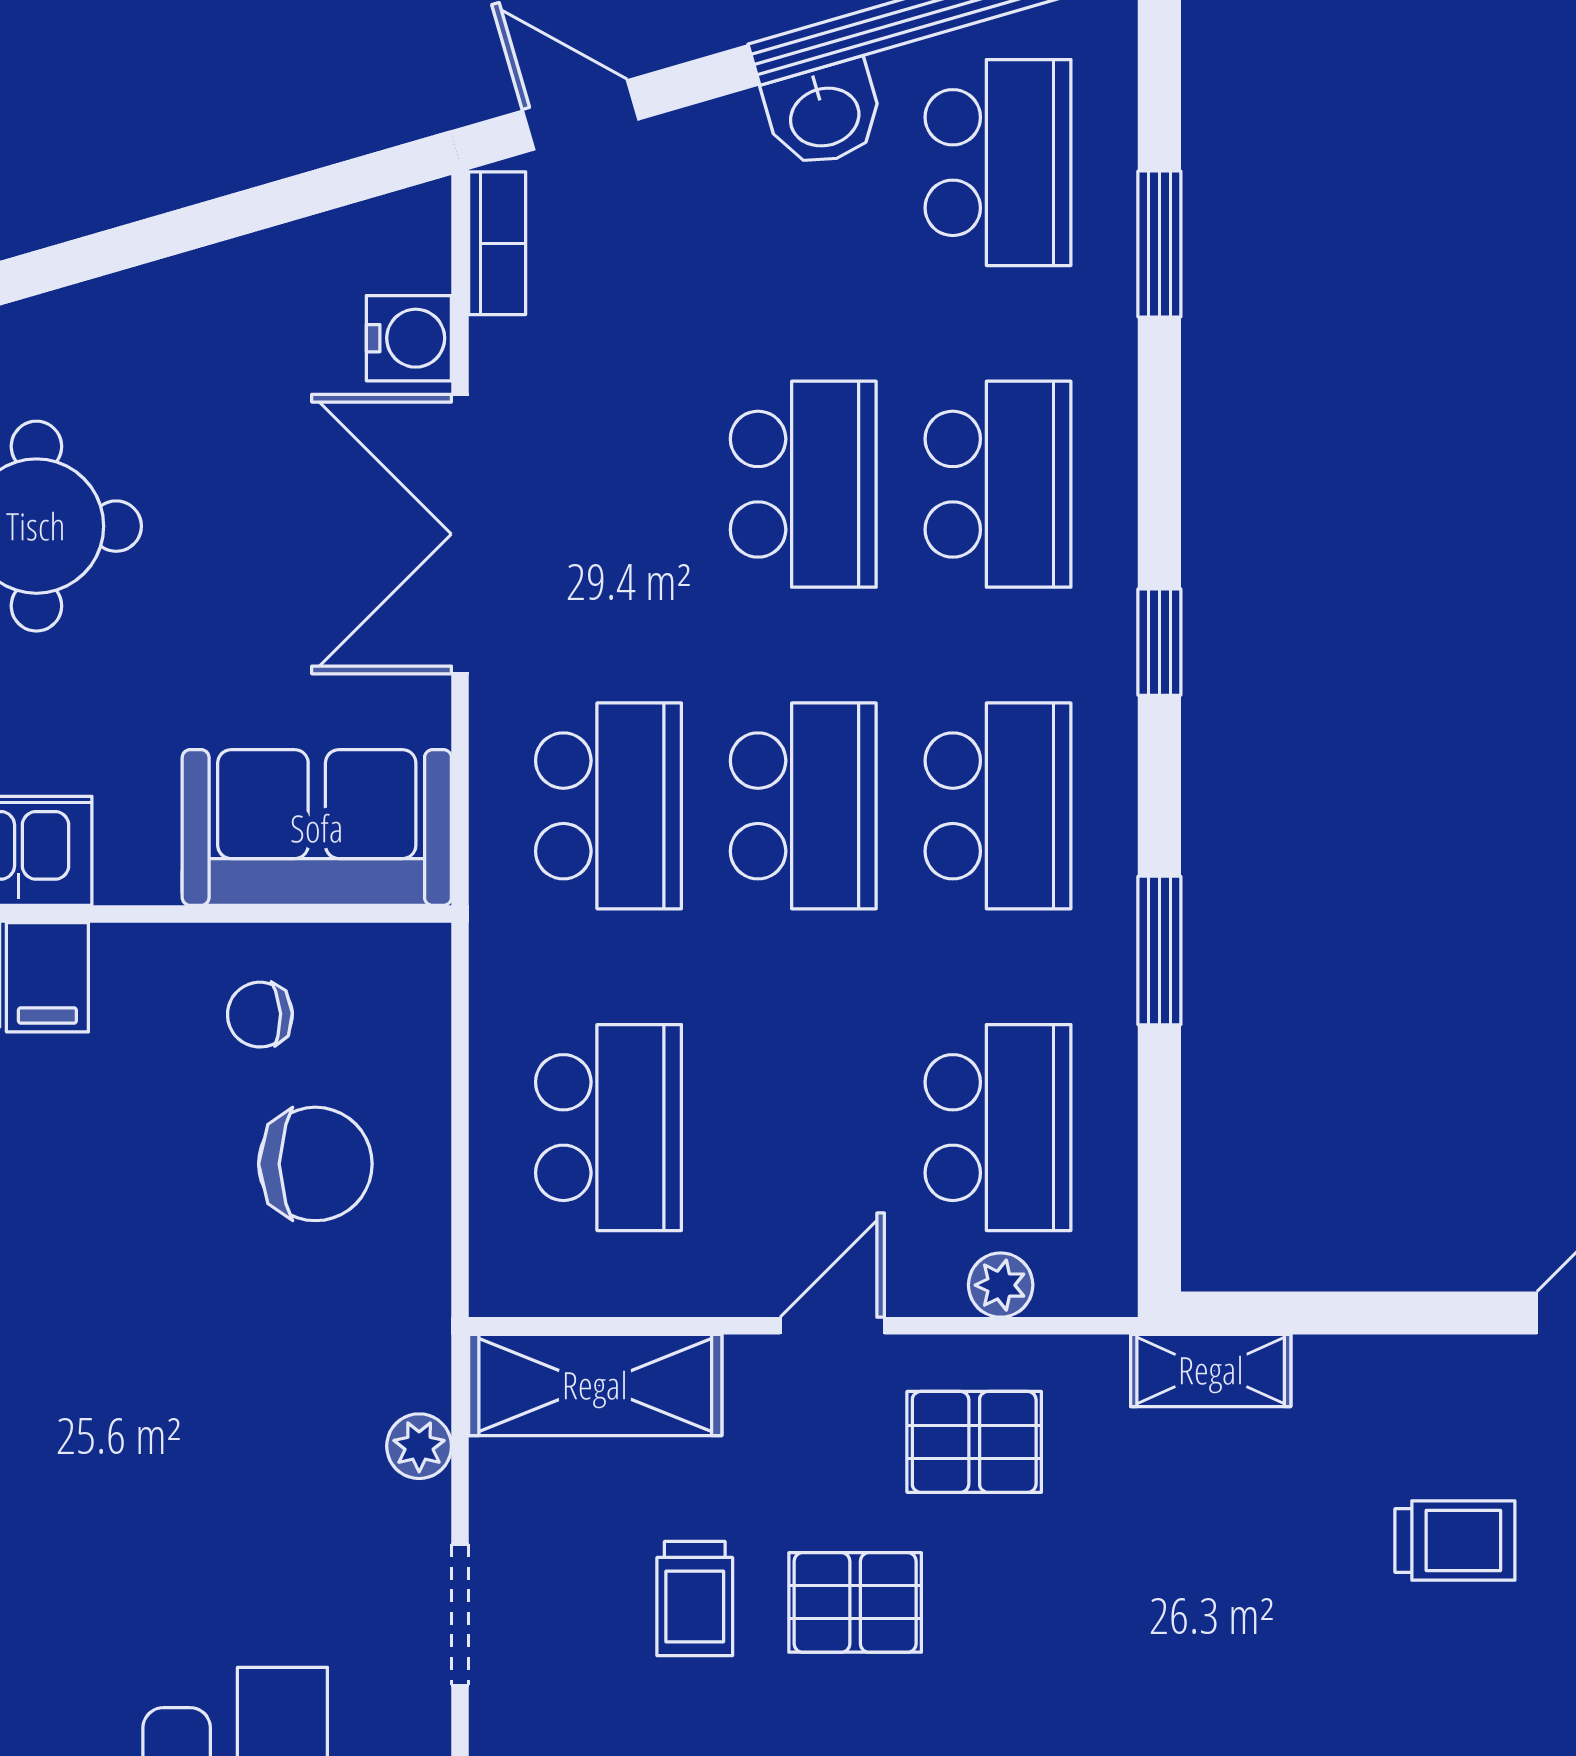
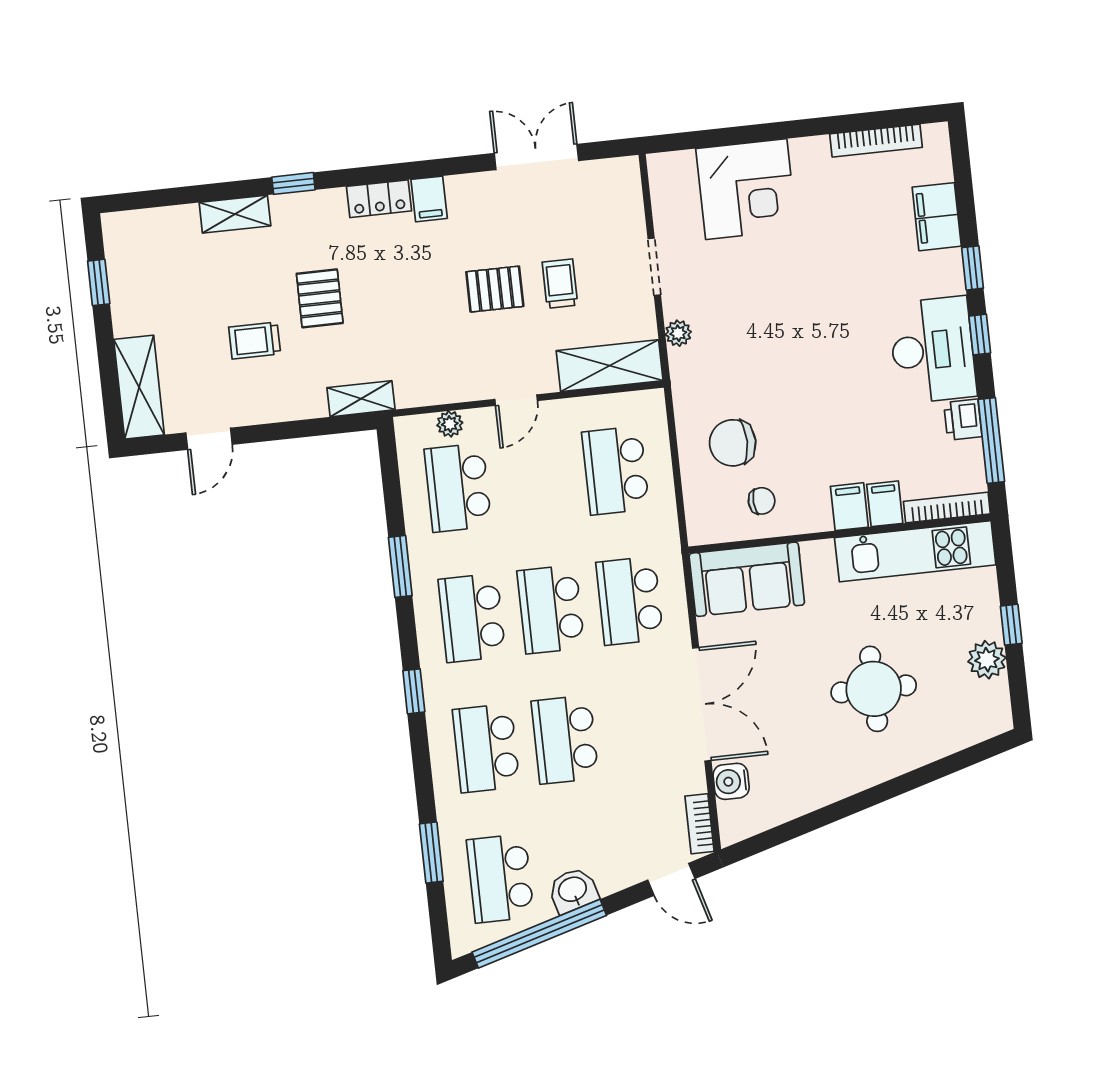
pallet: (974, 1442) -> (320, 298), moved, turned 90

